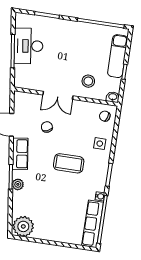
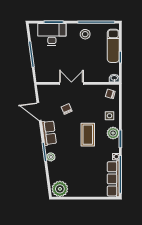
desk: (29, 46) -> (52, 34), moved, turned 98
stool: (88, 81) -> (85, 34), moved
double door: (58, 95) -> (71, 83), swing flipped
coffee table: (69, 163) -> (88, 135), turned 90
plant: (101, 166) -> (113, 133), added

